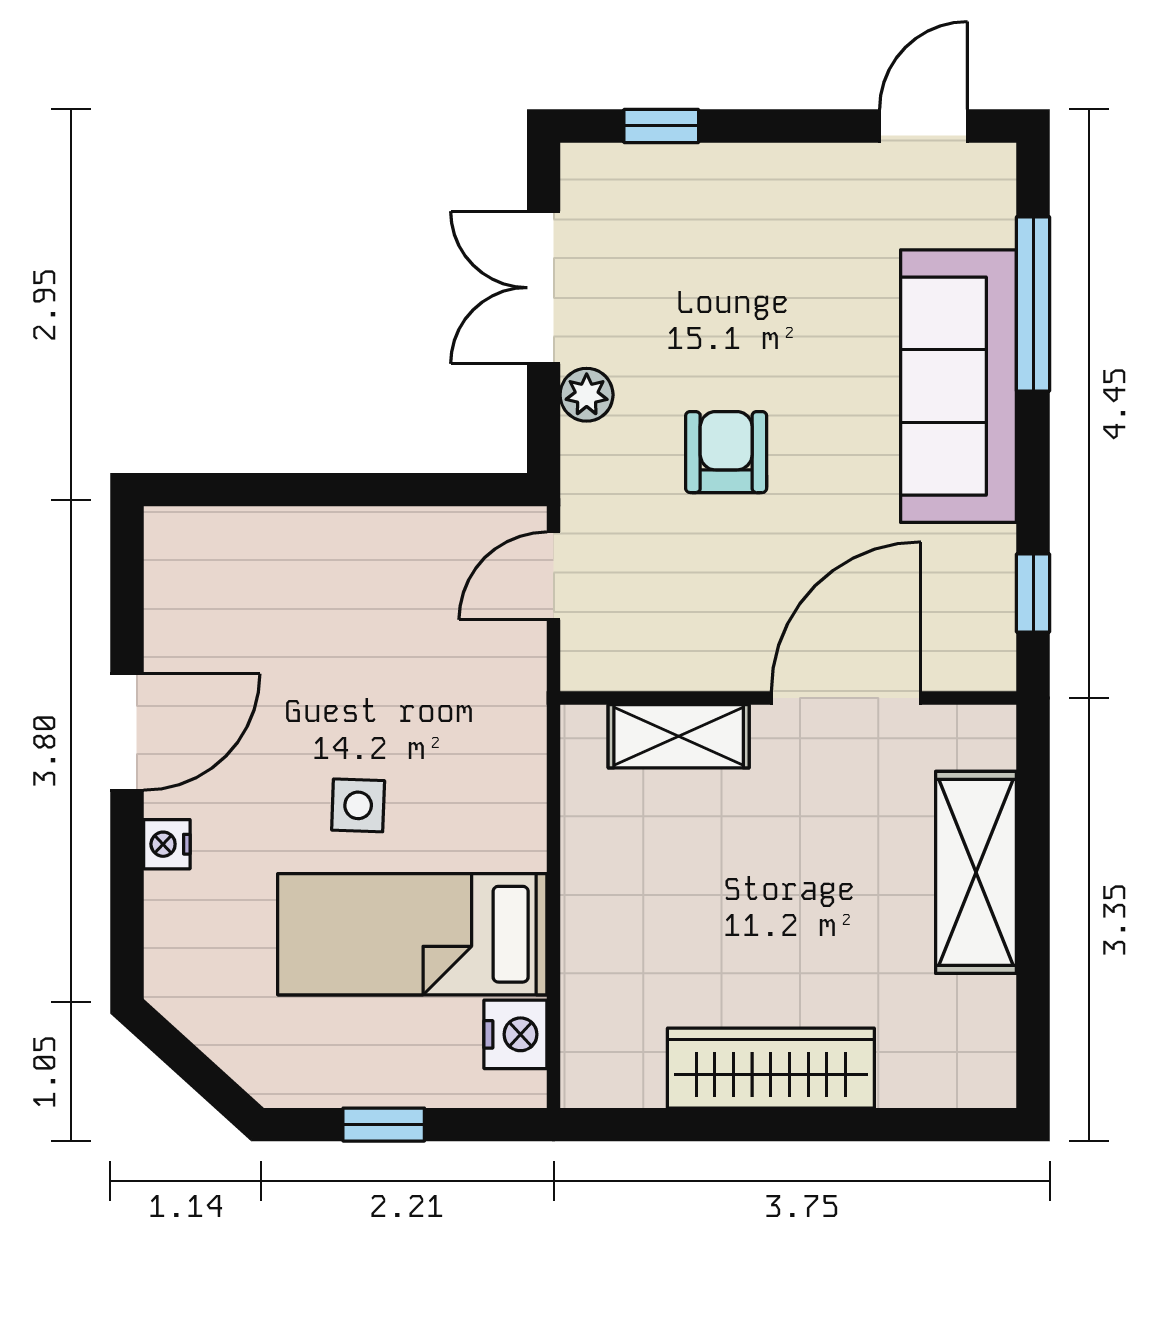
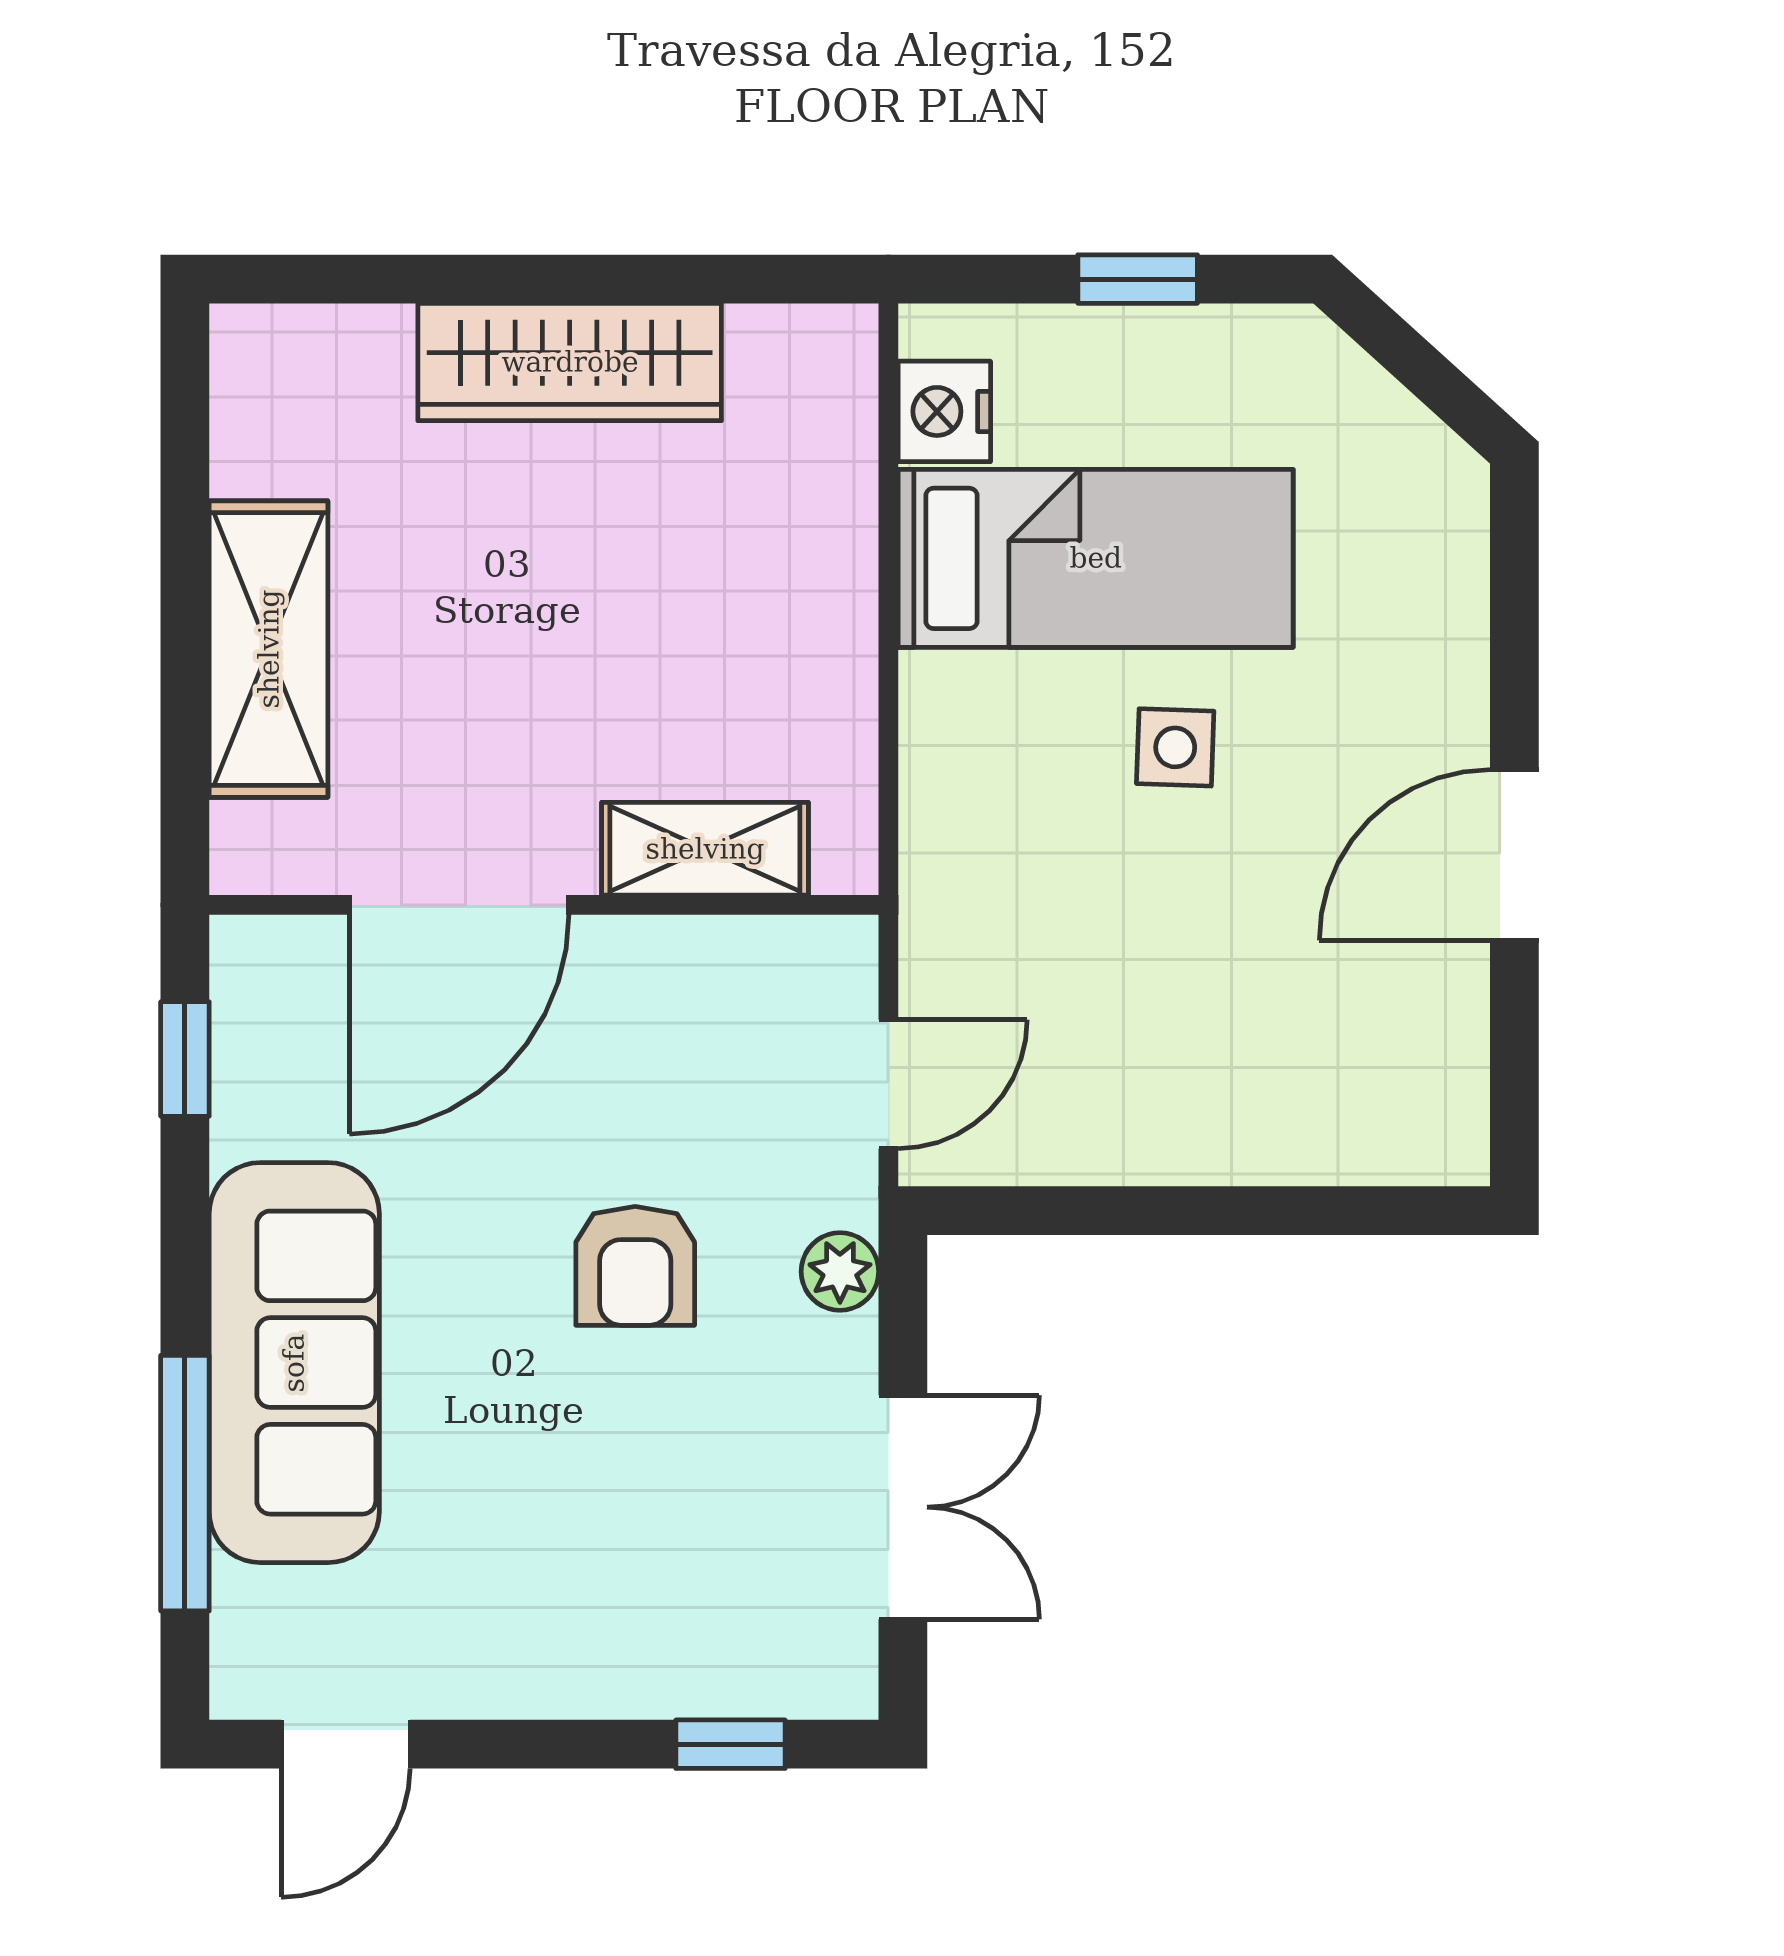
plant: (587, 395) -> (840, 1271), moved
nightstand: (167, 844) -> (1456, 690), removed

